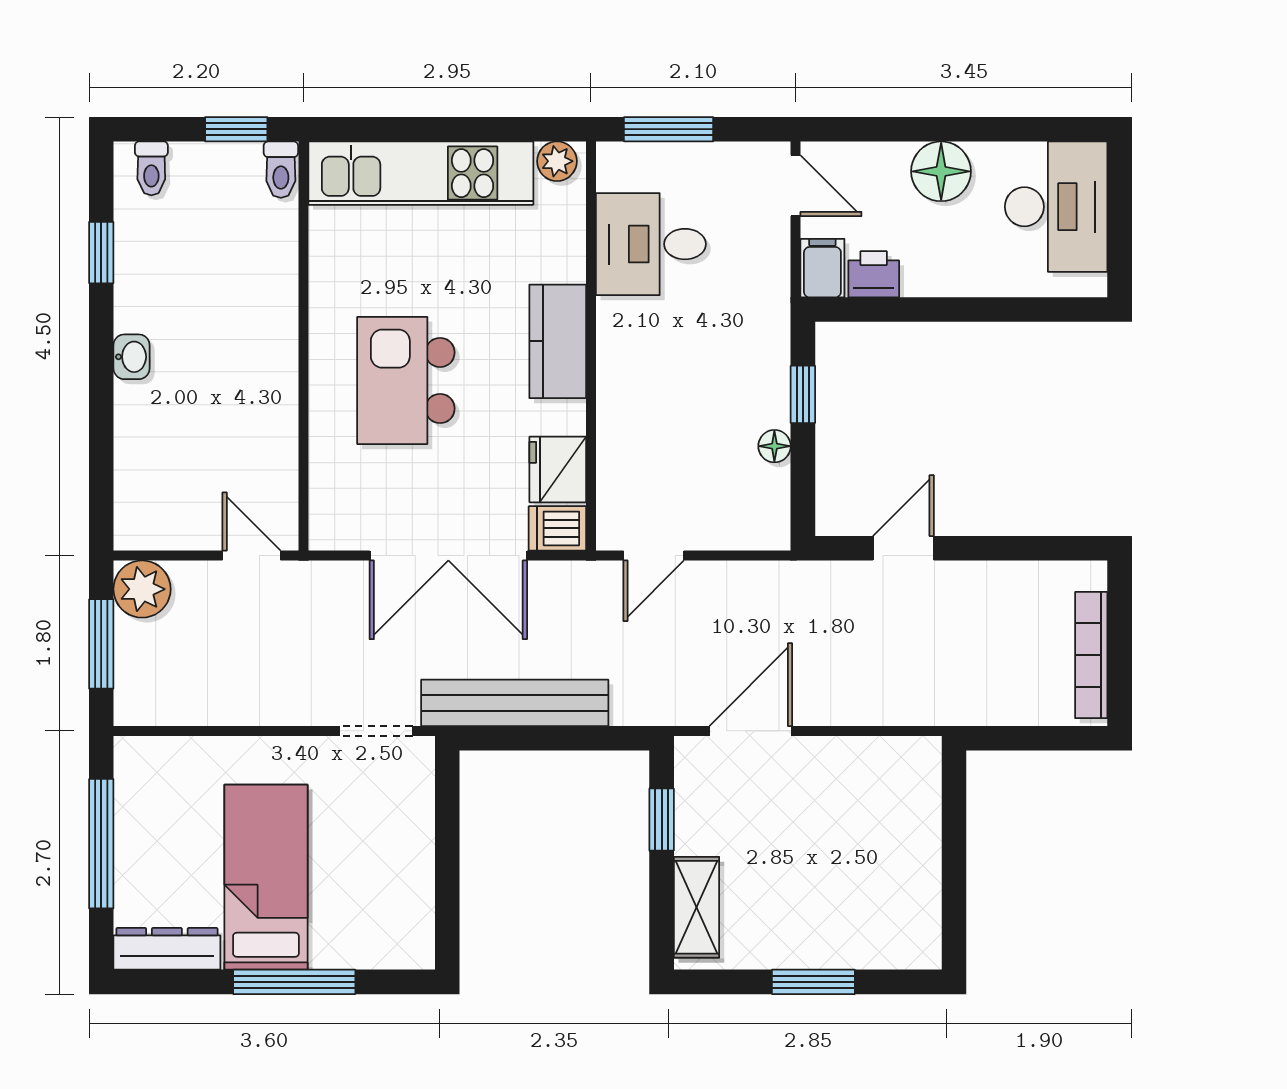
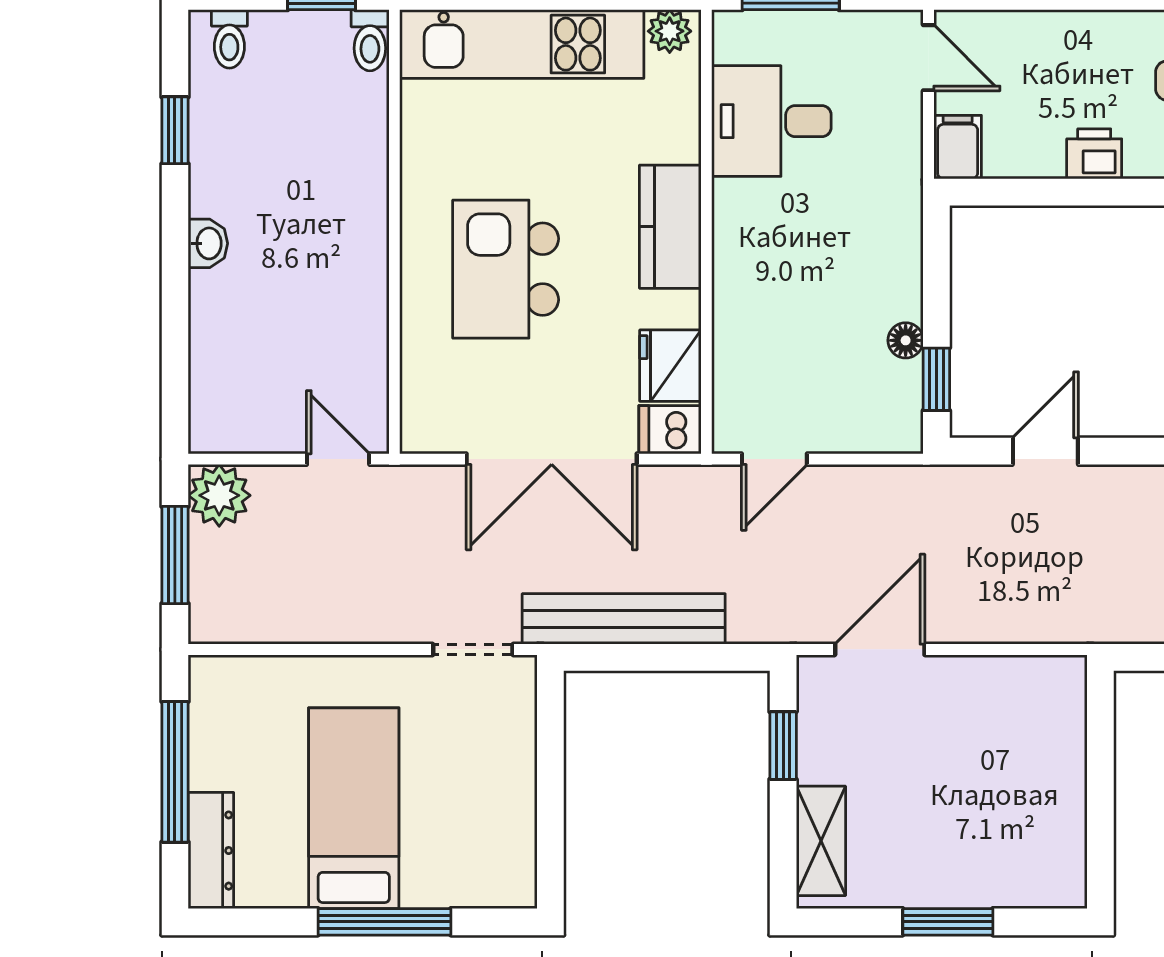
floor lamp: (941, 171) -> (1086, 42), removed
printer: (874, 274) -> (1094, 154), moved
window: (803, 394) -> (936, 379), moved
dresser: (167, 949) -> (211, 851), moved, turned 90

